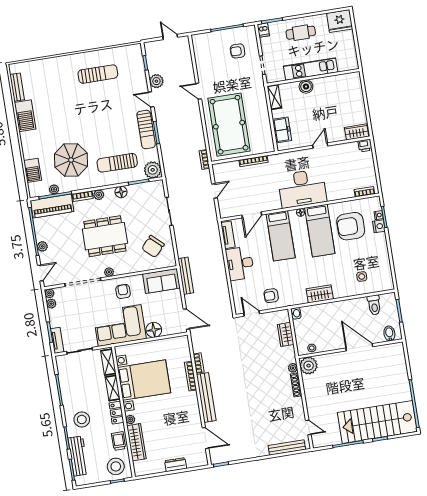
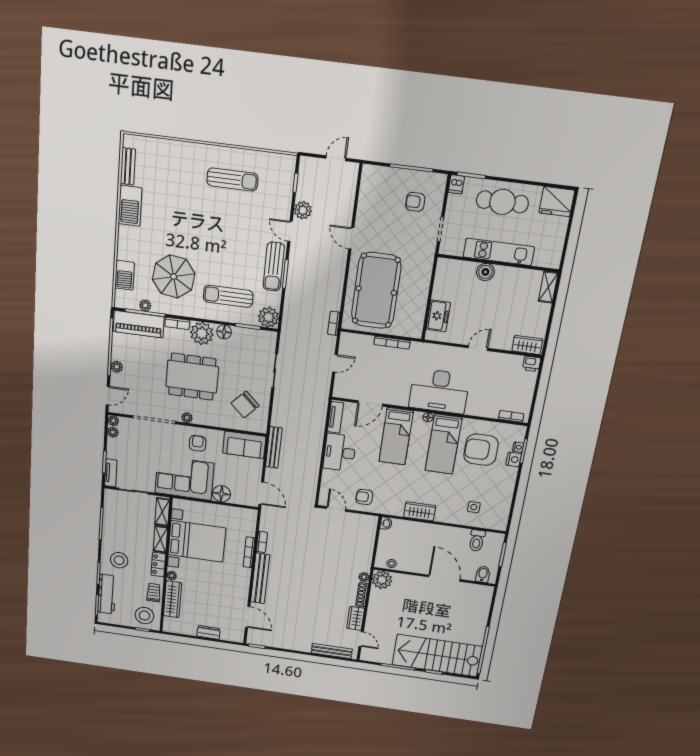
cafe table: (301, 33) -> (502, 202), width x1.37, depth x1.35
door: (170, 37) -> (336, 158), hinge flipped
shelving: (274, 97) -> (548, 287), moved
plant: (99, 195) -> (202, 333), width x1.87, depth x1.87
wardrobe: (286, 334) -> (356, 618), moved

